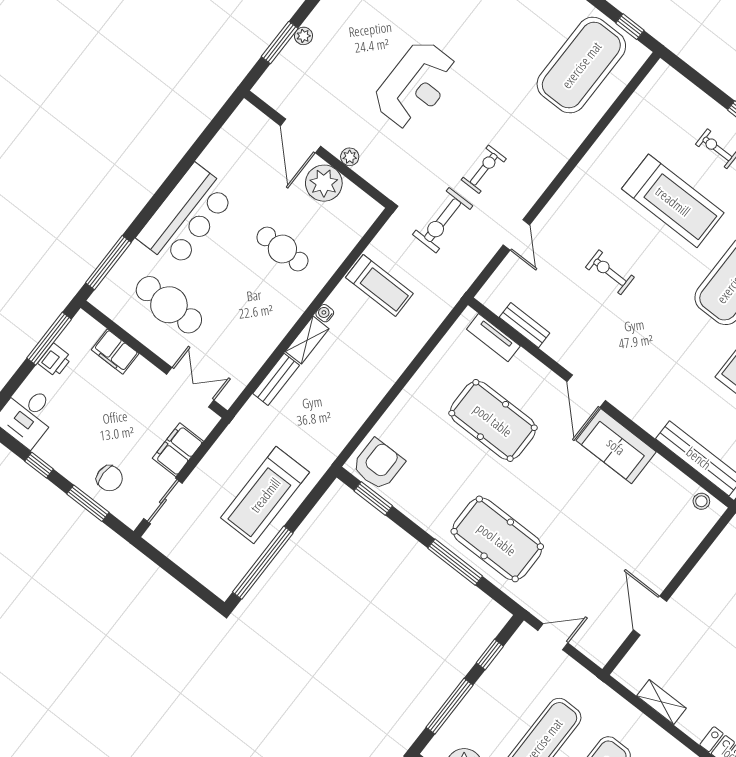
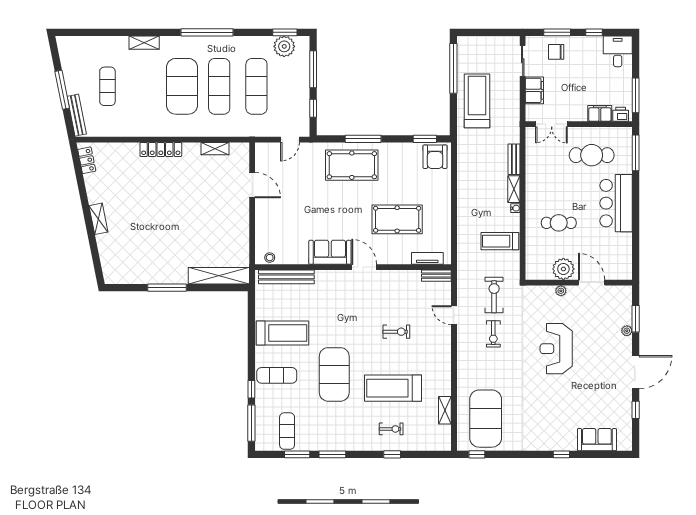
shelving: (627, 118) -> (445, 410), added
bench: (525, 325) -> (436, 276), moved
printer: (55, 360) -> (621, 114), moved, turned 90

